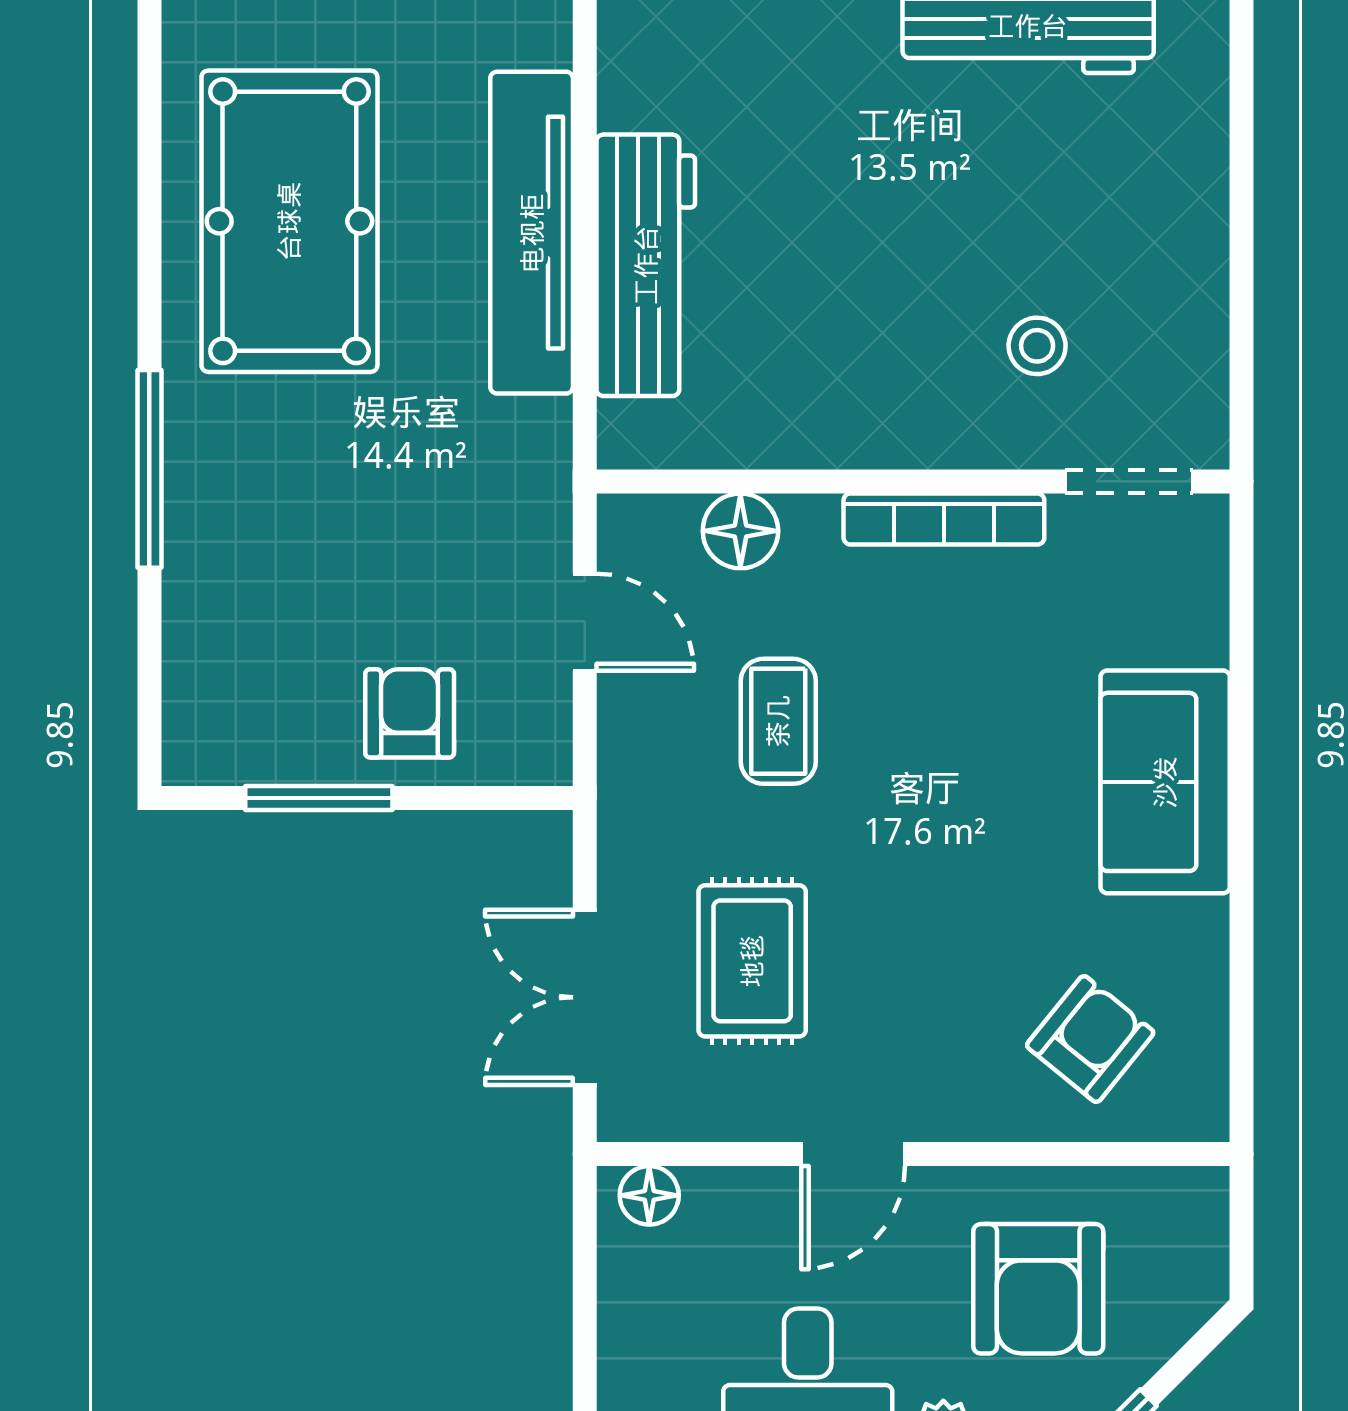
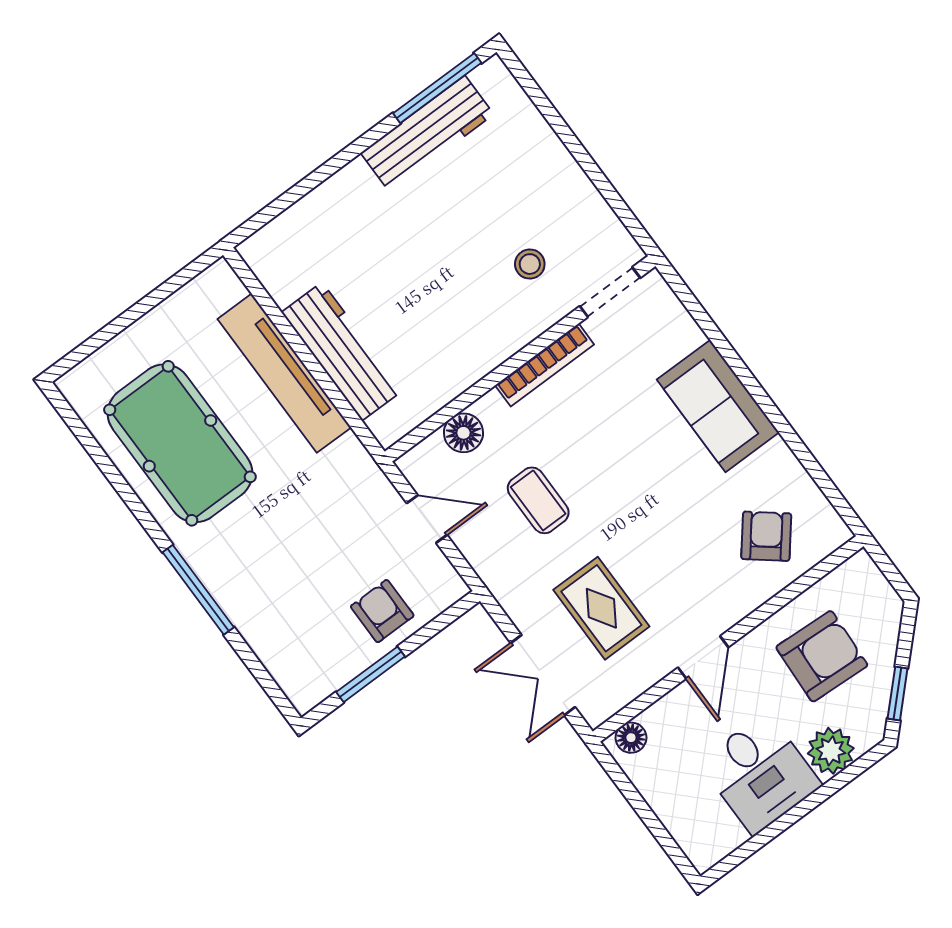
armchair: (1038, 1289) -> (822, 656), turned -87

